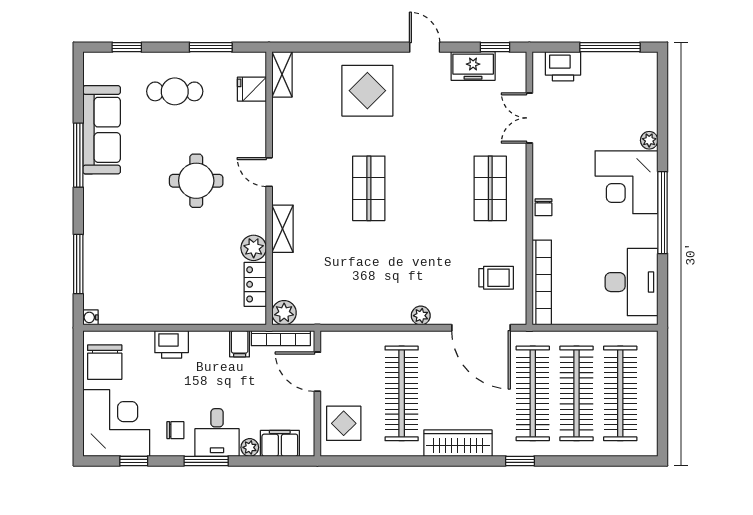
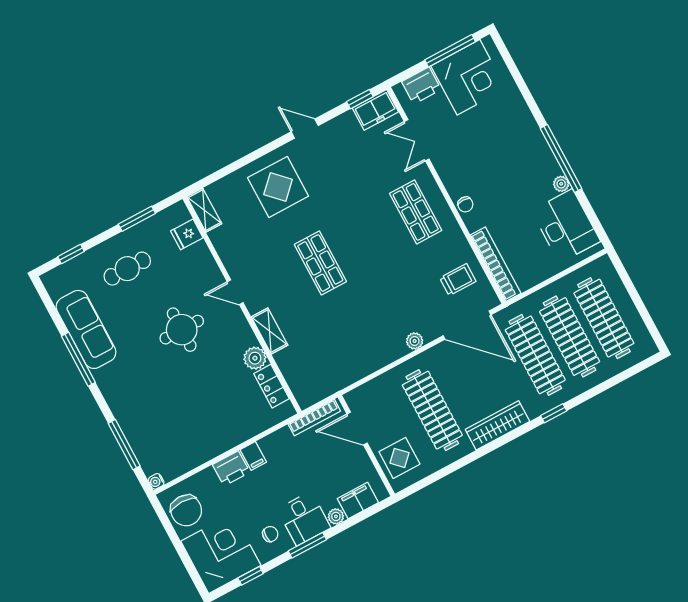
freezer: (473, 66) -> (375, 110), moved
plant: (649, 140) -> (561, 184), moved
corner desk: (626, 182) -> (468, 77), moved, turned -90
plant: (284, 313) -> (306, 396), removed
filing cabinet: (240, 344) -> (253, 456), moved

